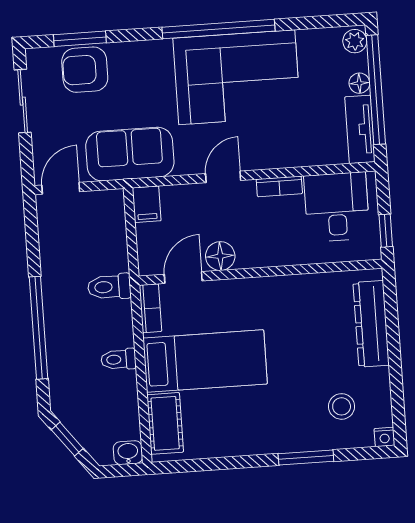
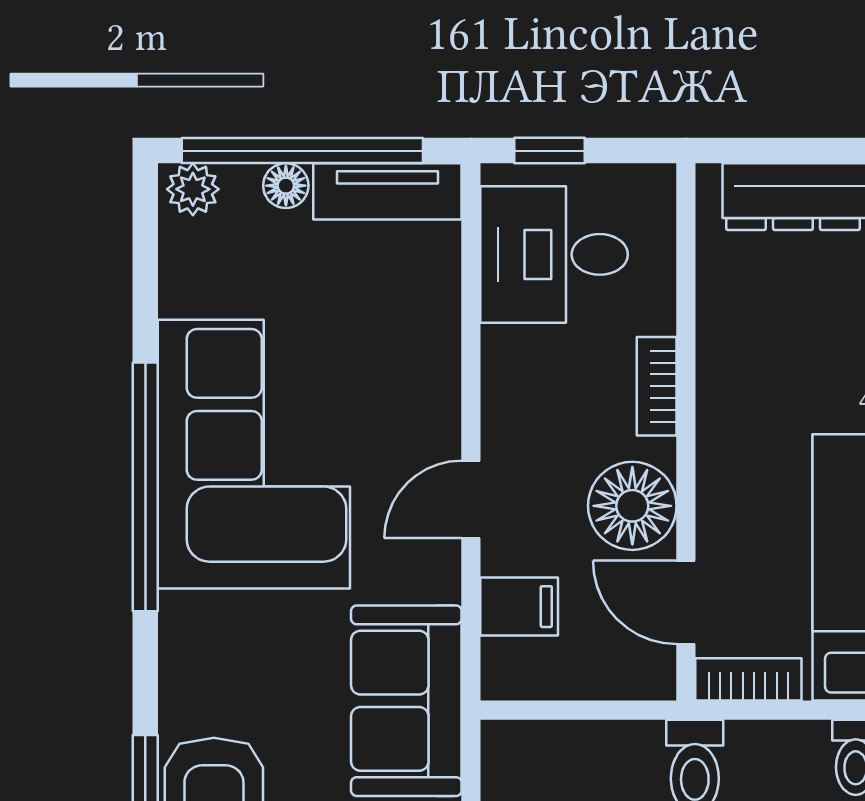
door: (223, 177) -> (471, 499), hinge flipped
bookcase: (279, 186) -> (657, 386), moved, turned 180
filing cabinet: (147, 204) -> (519, 607), moved
window: (386, 231) -> (550, 151), moved
floor lamp: (220, 256) -> (632, 506), width x1.38, depth x1.38

